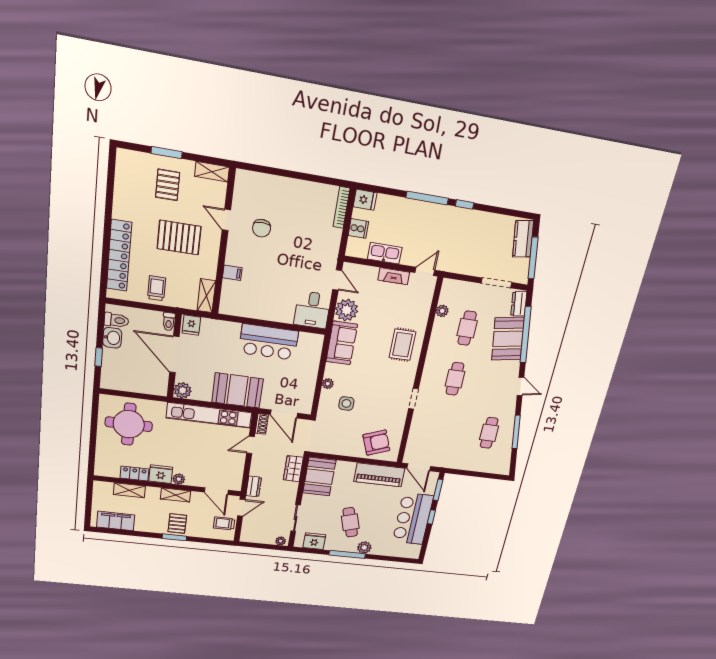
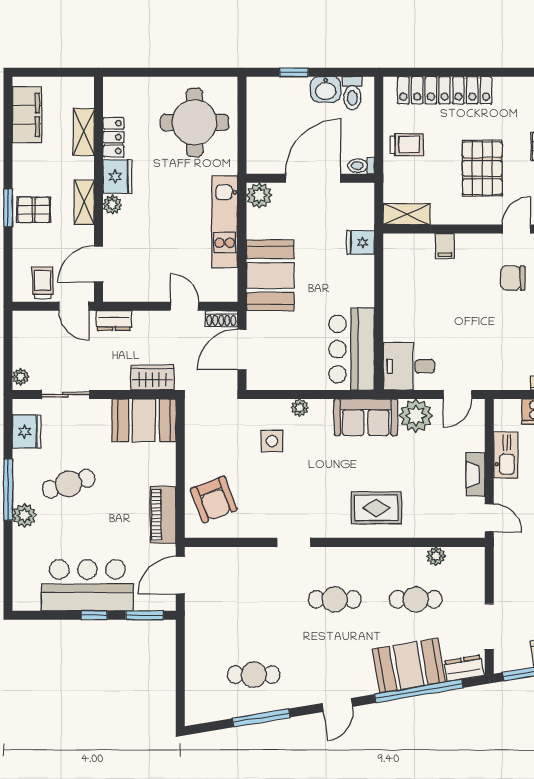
fridge: (191, 325) -> (361, 243), moved
bar counter: (269, 342) -> (352, 349), moved
kitchen unit: (209, 415) -> (225, 222), width x0.73
piano: (379, 475) -> (163, 515), width x0.73, depth x0.75

